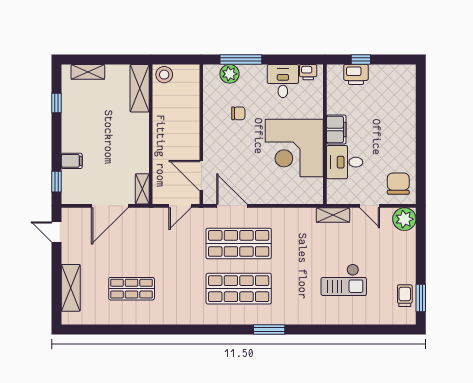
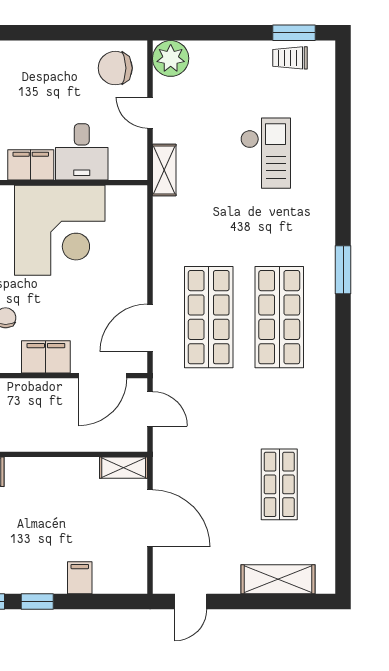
filing cabinet: (213, 139) -> (46, 357), added
window: (57, 182) -> (37, 602), moved
door: (370, 206) -> (150, 113), swing flipped

